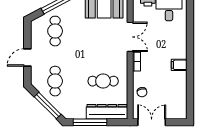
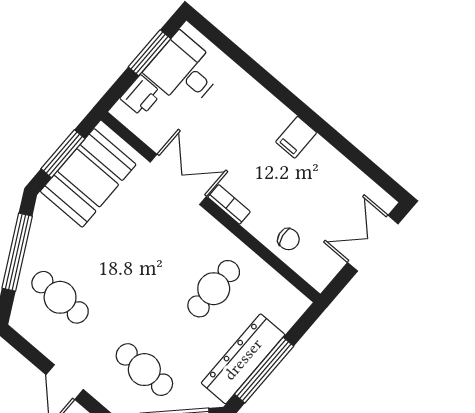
dresser: (107, 112) -> (243, 359), moved
double door: (152, 122) -> (373, 243), moved

